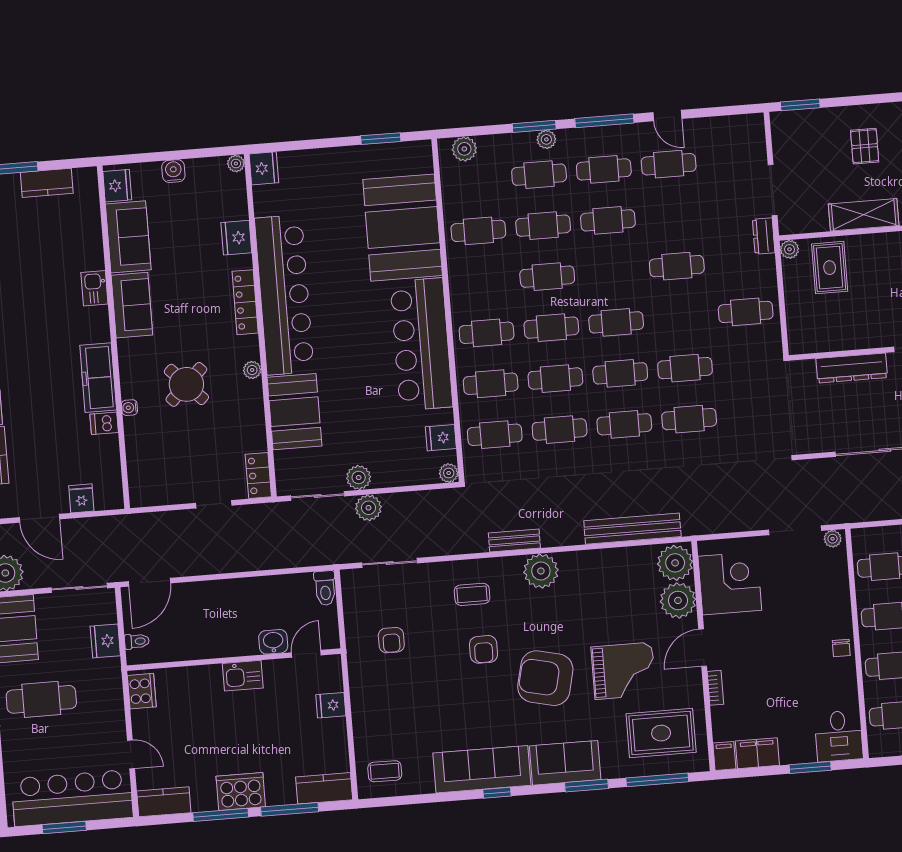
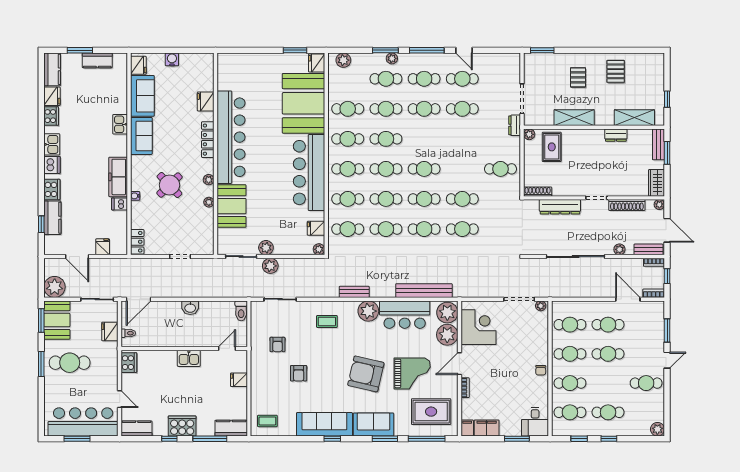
plant: (236, 163) -> (209, 202), moved
fridge: (264, 168) -> (317, 63), moved, turned 180
cafe table: (677, 266) -> (462, 109), moved
cafe table: (482, 282) -> (348, 139), added
shoe rack: (812, 345) -> (538, 192), added
locker: (258, 475) -> (137, 242), moved, turned 180
bar counter: (603, 572) -> (405, 315), added
washbasin: (273, 642) -> (190, 308), moved, turned 180
armchair: (483, 649) -> (299, 373), moved
window: (221, 815) -> (169, 439), width x0.46

